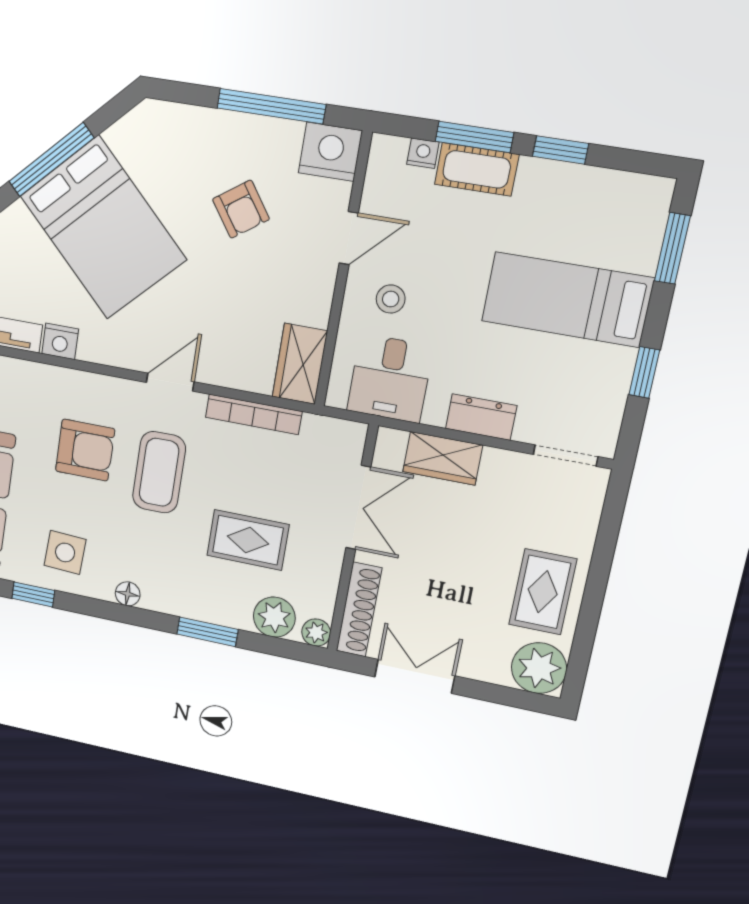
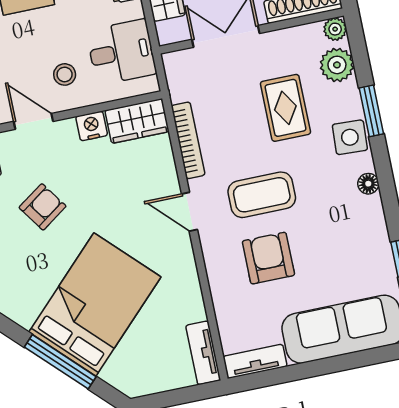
nightstand: (60, 341) -> (92, 126), moved, turned -90
side table: (65, 552) -> (350, 137), moved

